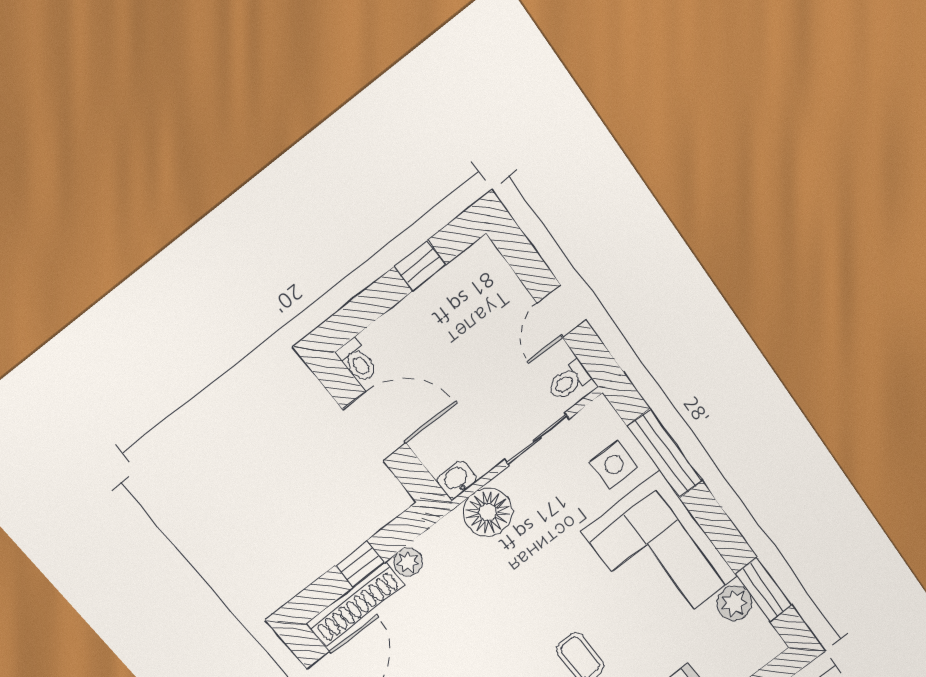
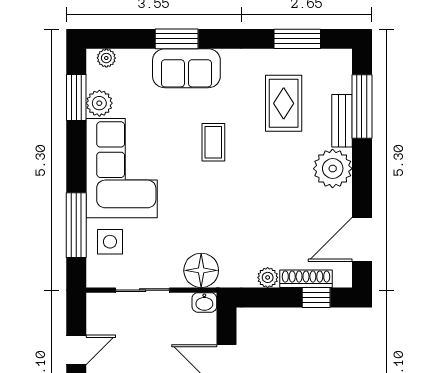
toilet: (569, 381) -> (101, 309), removed
window: (360, 564) -> (316, 297), moved
shoe rack: (356, 604) -> (306, 279), width x0.74, depth x0.81
plant: (761, 655) -> (106, 58), added

